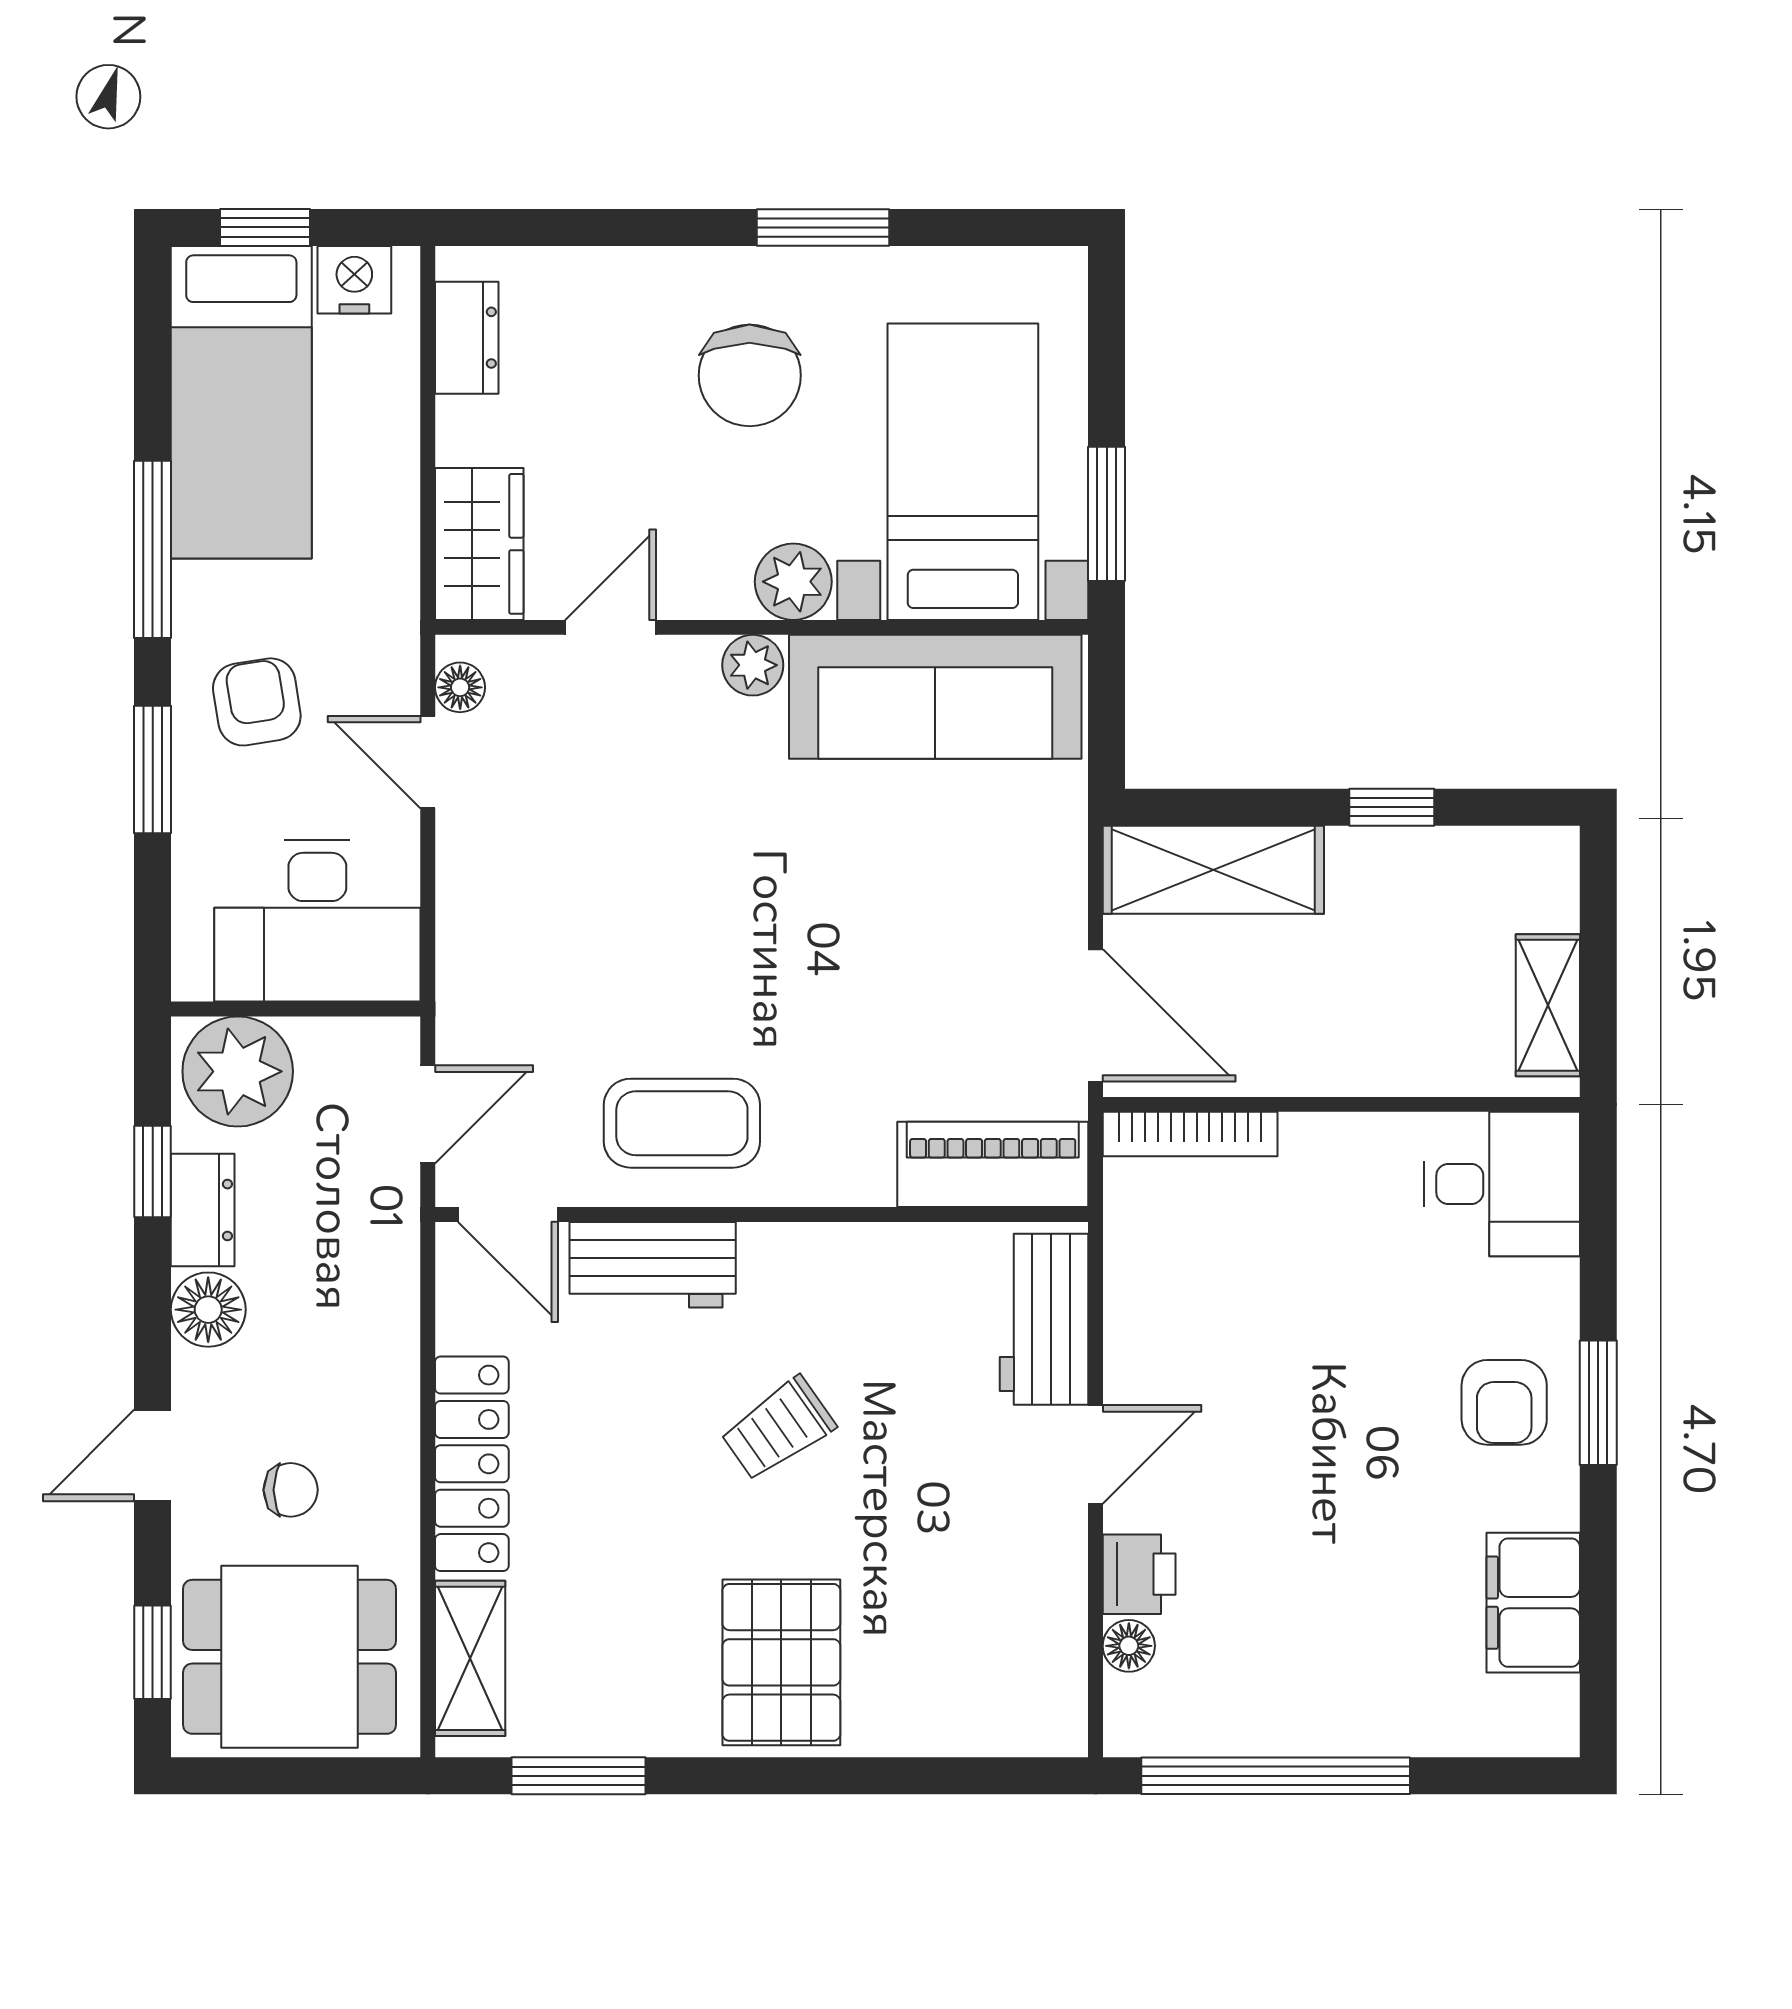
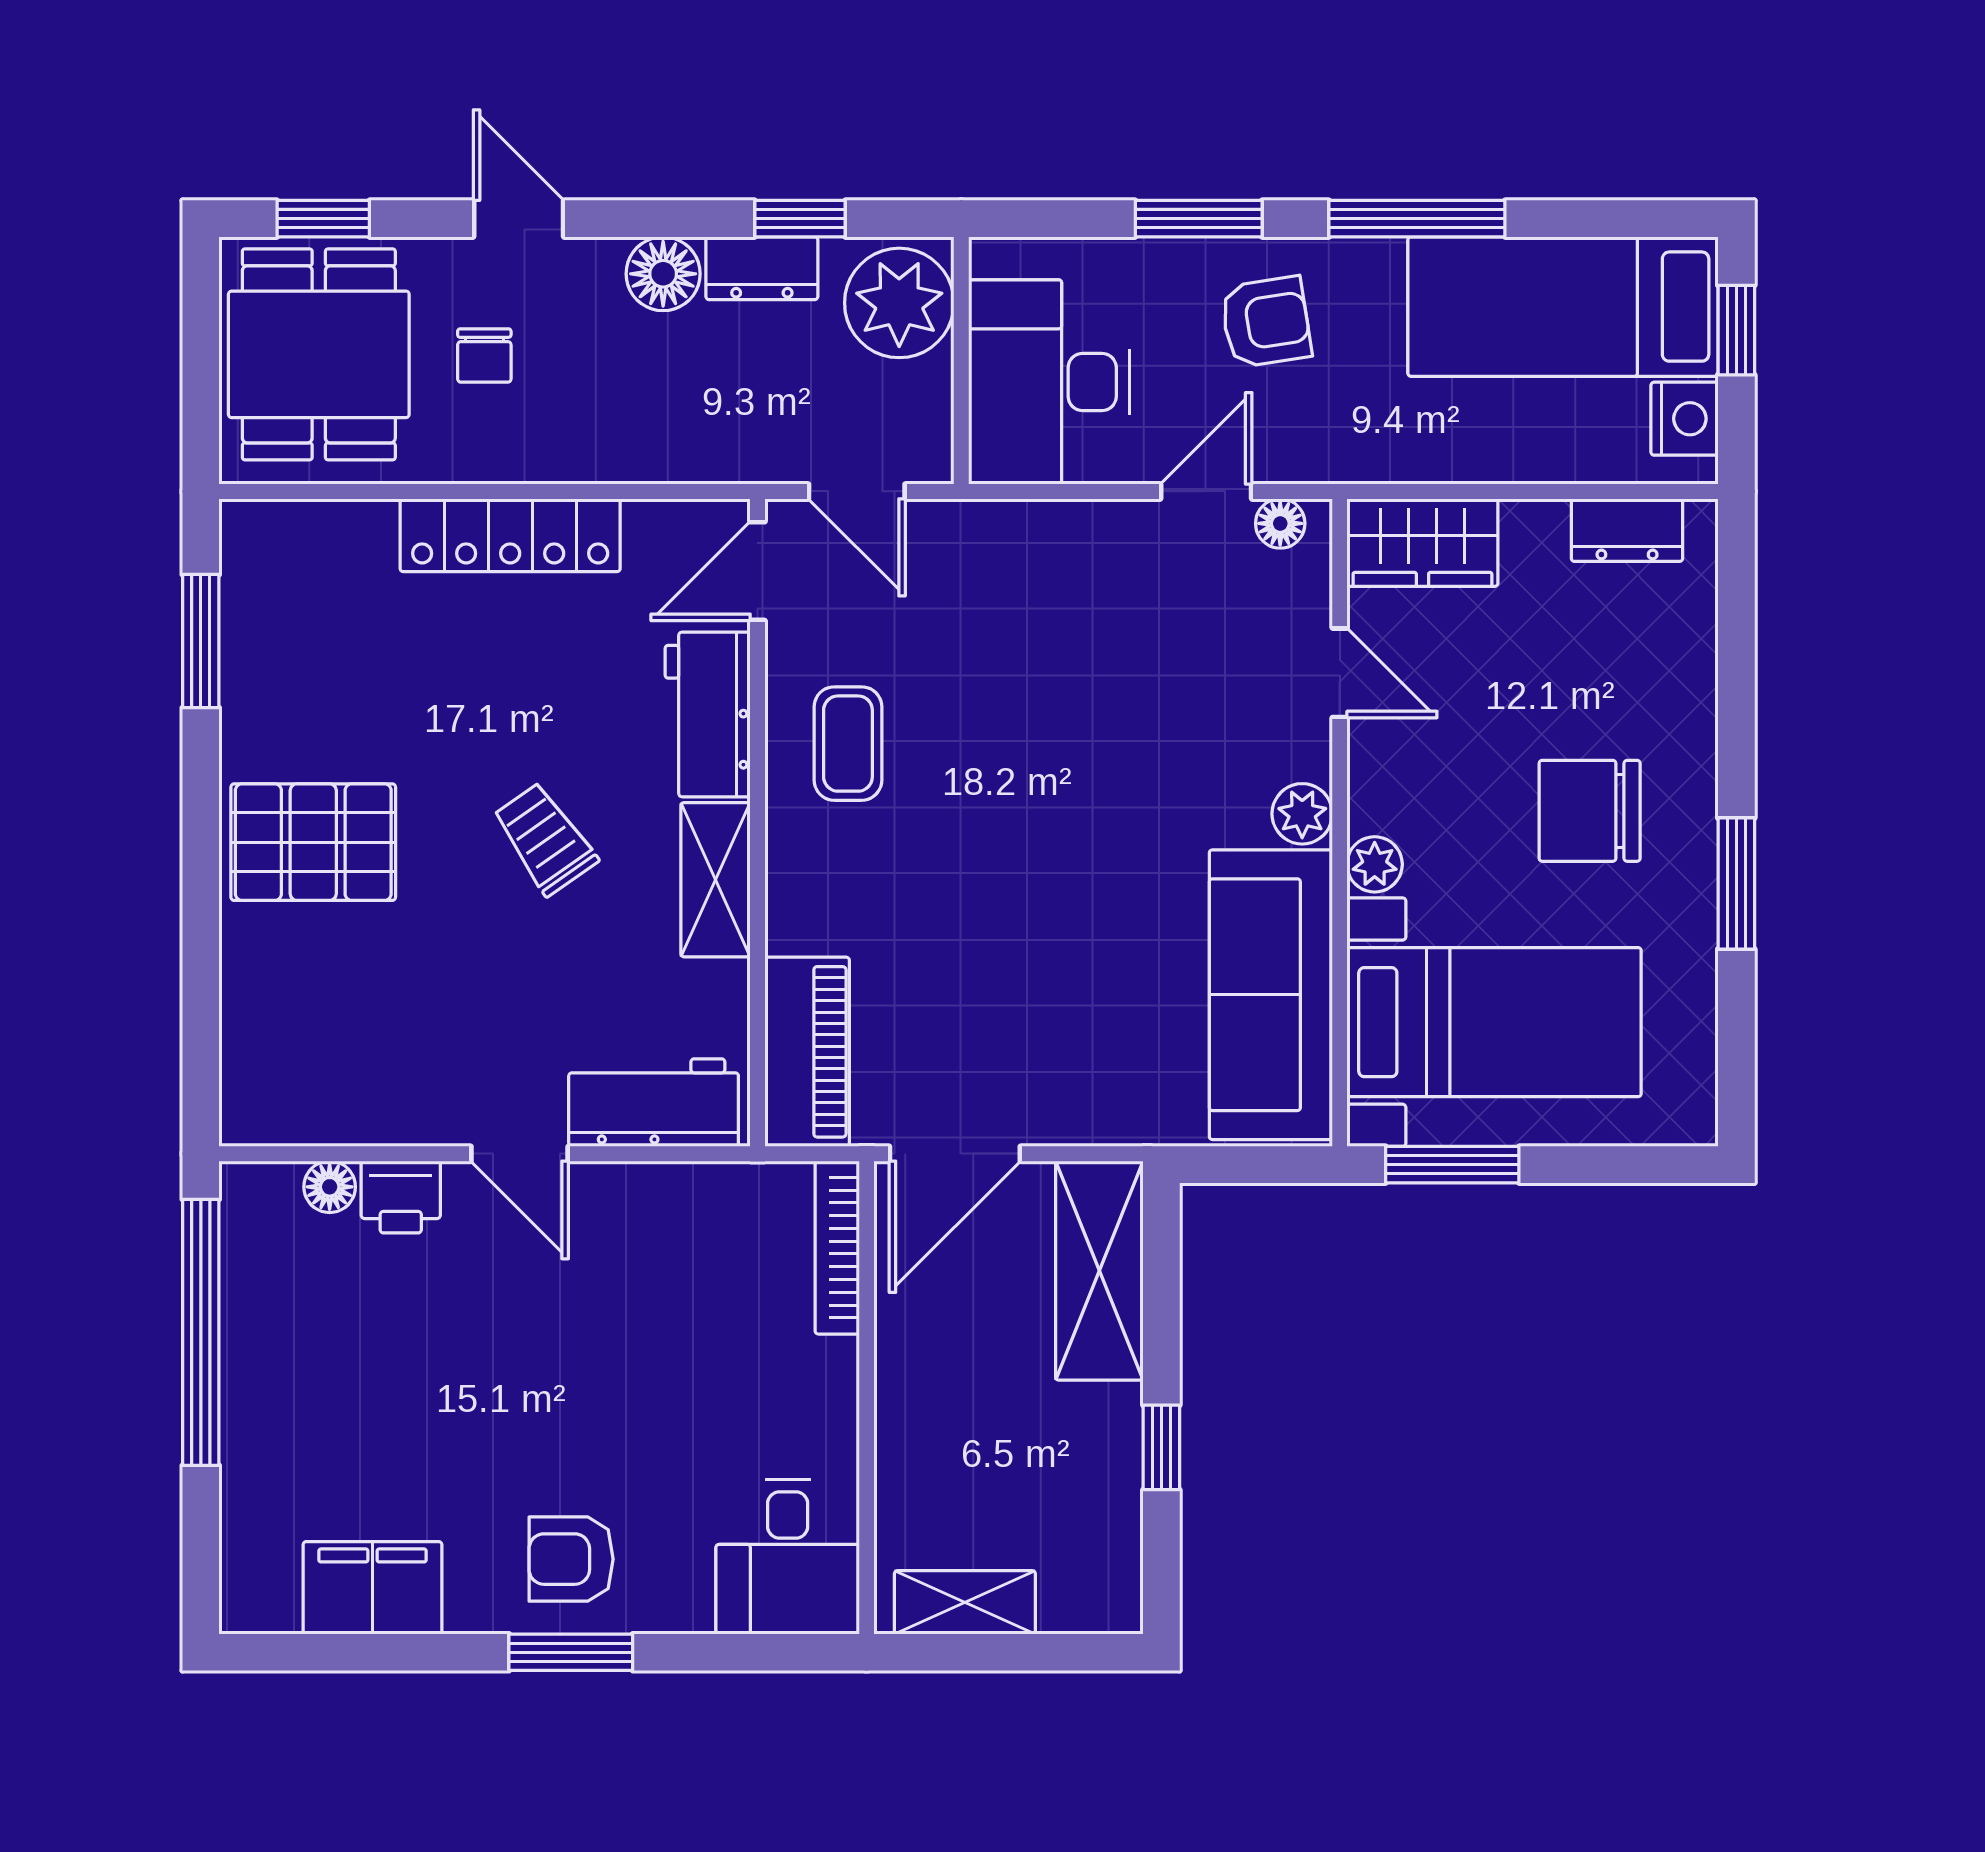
plant: (793, 582) -> (1375, 864), width x0.73, depth x0.73
coffee table: (682, 1123) -> (848, 744), width x0.73, depth x0.77
shelving: (470, 1658) -> (716, 880), moved, turned 90

